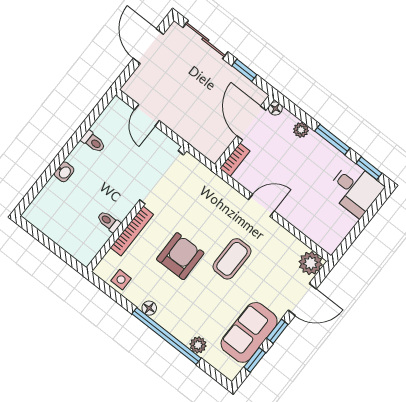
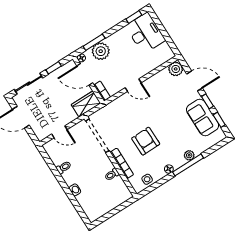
plant: (301, 130) -> (101, 51), width x1.88, depth x1.88
window: (332, 139) -> (94, 42), moved
wardrobe: (205, 141) -> (86, 104), added
desk: (355, 189) -> (145, 33), width x1.37
door: (261, 205) -> (133, 85), swing flipped
coffee table: (232, 259) -> (158, 112), removed
door: (302, 300) -> (195, 81), hinge flipped
window: (166, 336) -> (188, 165), width x0.68
plant: (198, 345) -> (189, 155), moved

